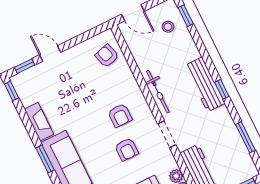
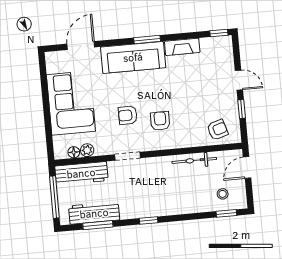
door: (50, 53) -> (239, 80), hinge flipped
window: (25, 66) -> (242, 109), moved
workbench: (205, 84) -> (94, 213), moved
bicycle: (158, 92) -> (194, 160), moved
armchair: (120, 115) -> (160, 121), turned 90

